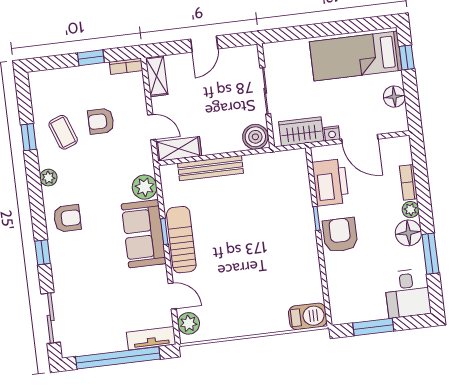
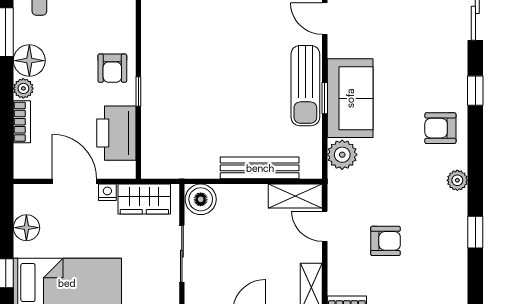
coffee table: (63, 132) -> (433, 233), removed
armchair: (340, 235) -> (112, 68), width x0.72, depth x0.72

